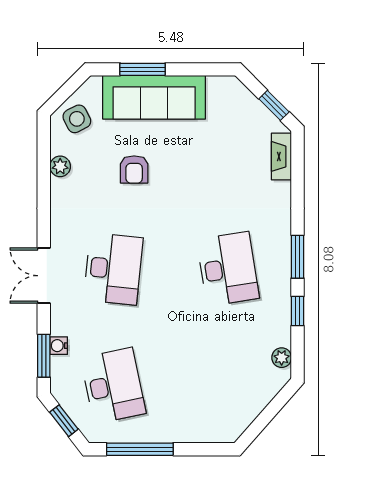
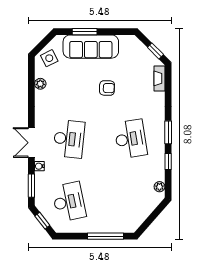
armchair: (134, 169) -> (107, 88), moved, turned -88
water cooler: (59, 346) -> (39, 166), moved
window: (140, 449) -> (106, 236), moved

